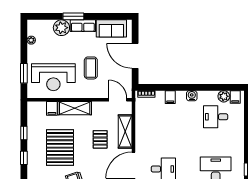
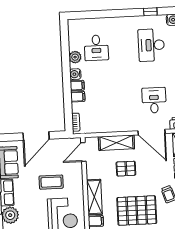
plant: (224, 96) -> (75, 57), moved
filing cabinet: (235, 97) -> (77, 86), moved

